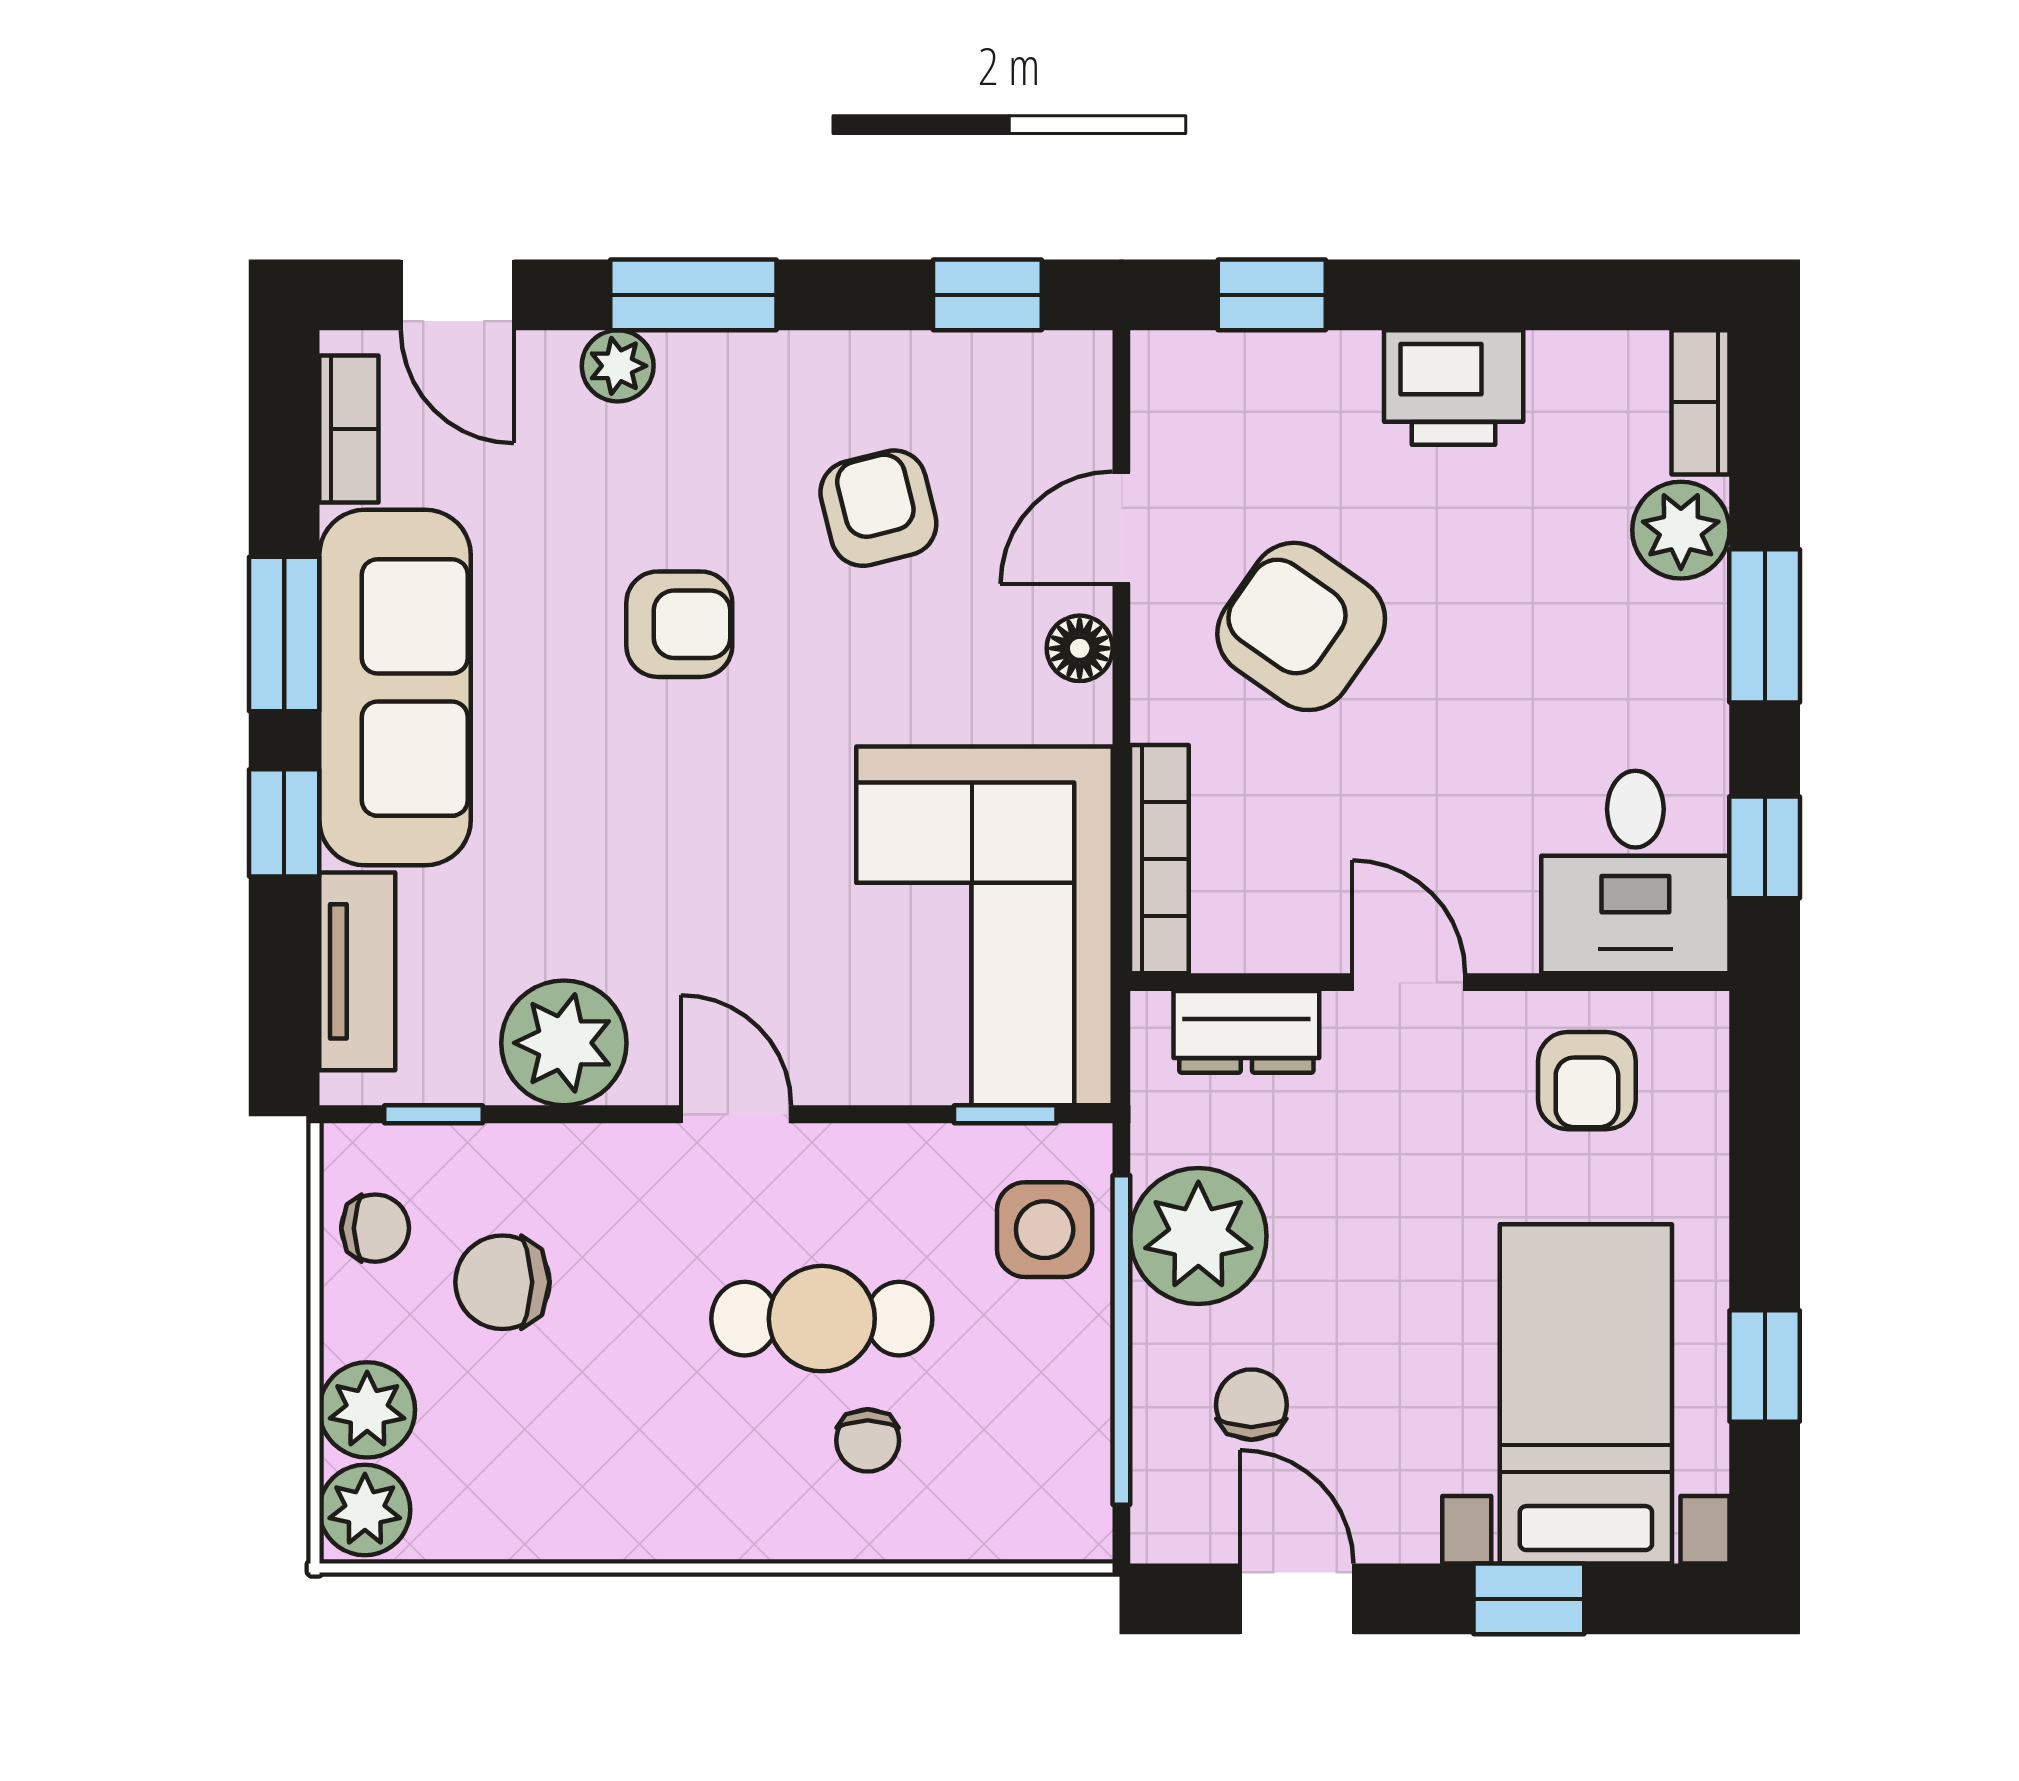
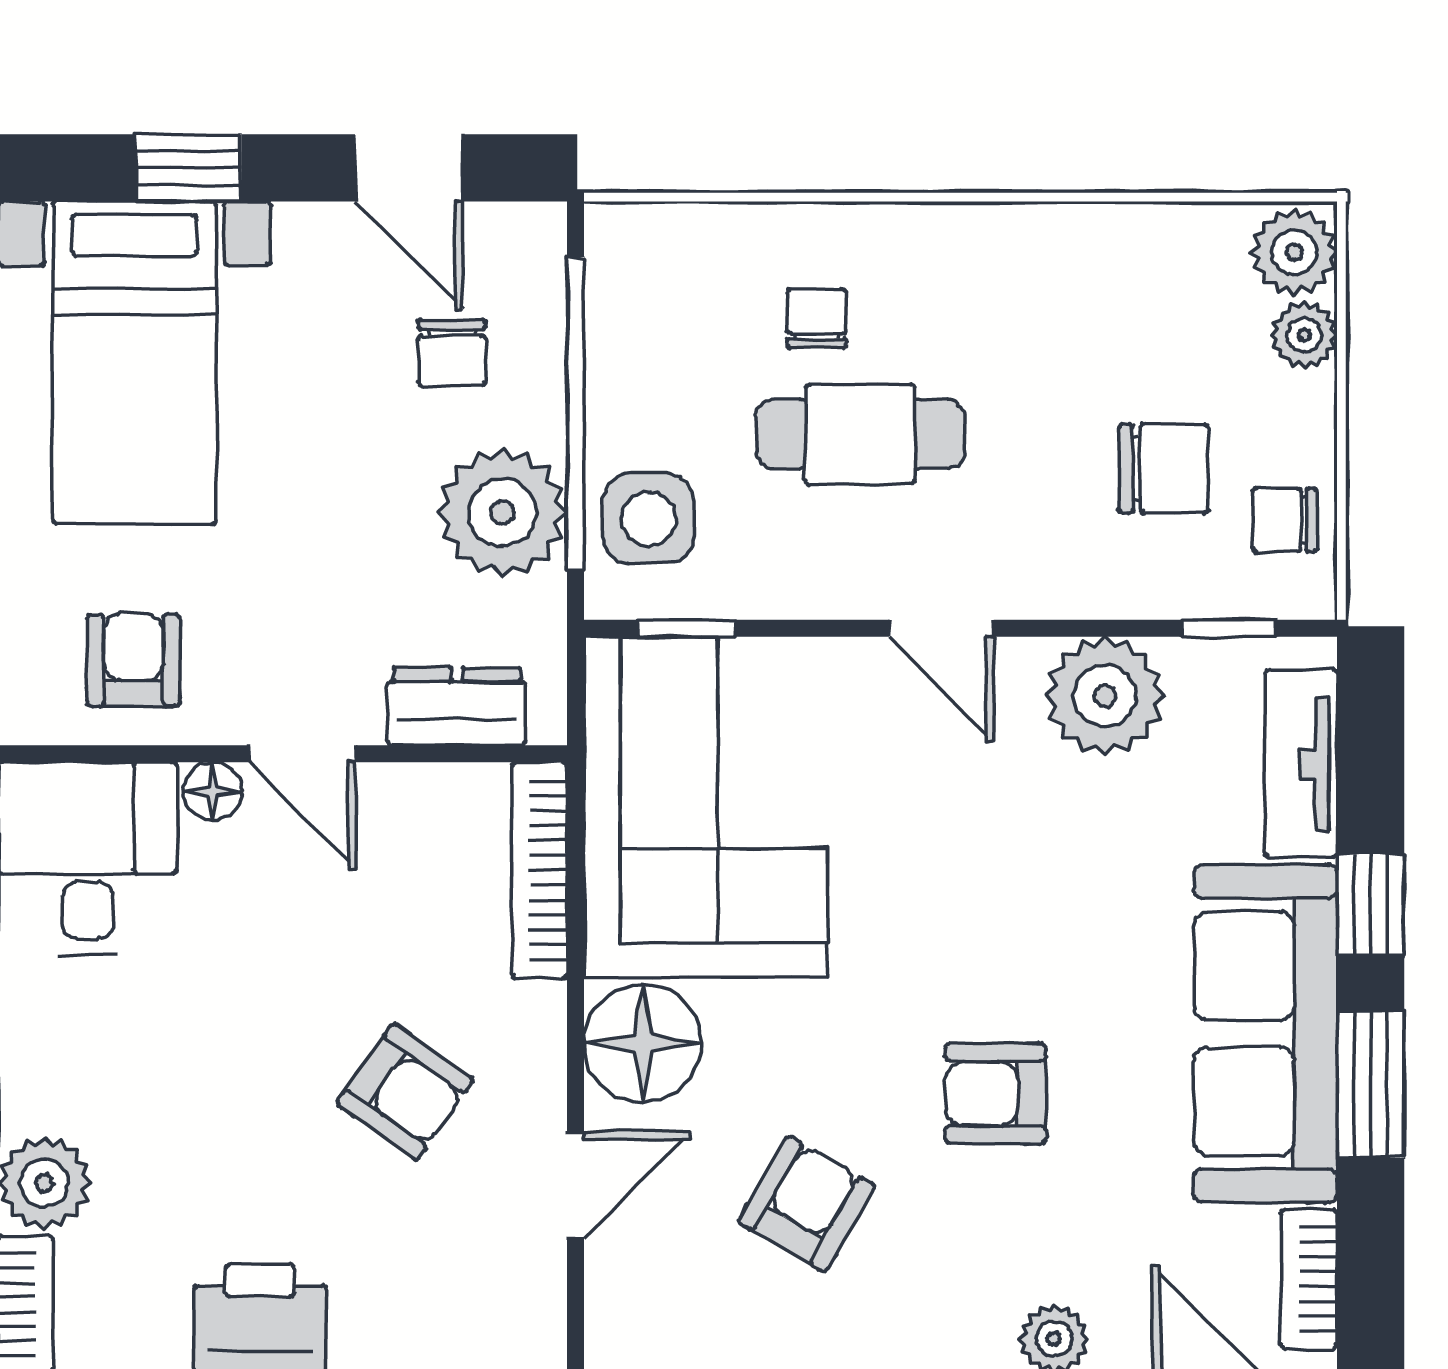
armchair: (878, 508) -> (806, 1204), turned -136
armchair: (1301, 626) -> (405, 1092), width x0.72, depth x0.72
floor lamp: (1080, 648) -> (643, 1043), width x1.89, depth x1.89
floor lamp: (1504, 943) -> (212, 791), added
plant: (367, 1410) -> (1304, 335), width x0.73, depth x0.73

